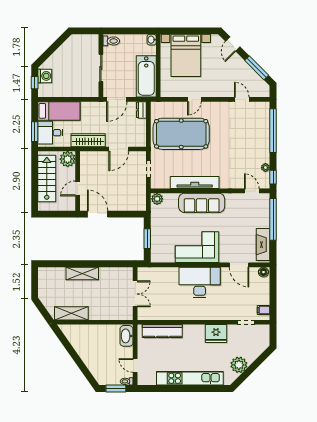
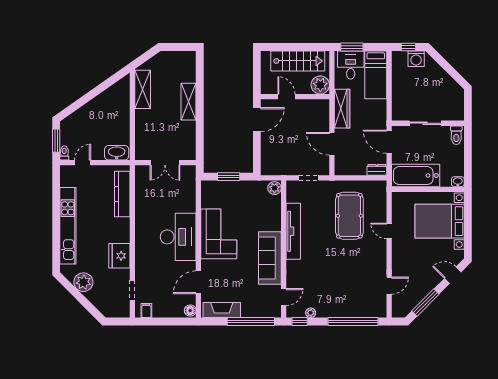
pool table: (181, 134) -> (349, 216), width x0.73, depth x0.76
sofa: (202, 203) -> (270, 258), moved

